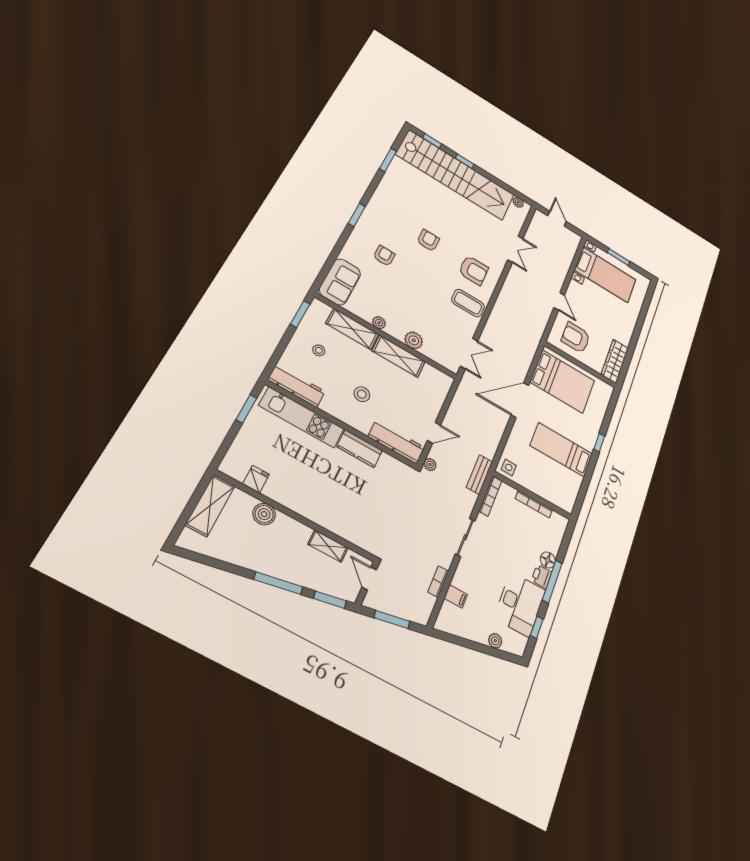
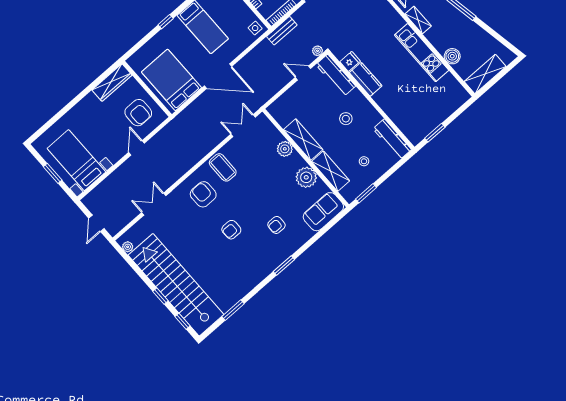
plant: (379, 323) -> (306, 177), width x1.88, depth x1.88
kitchen unit: (301, 417) -> (422, 53), moved, turned 180
fridge: (256, 479) -> (350, 62), moved, turned 180

